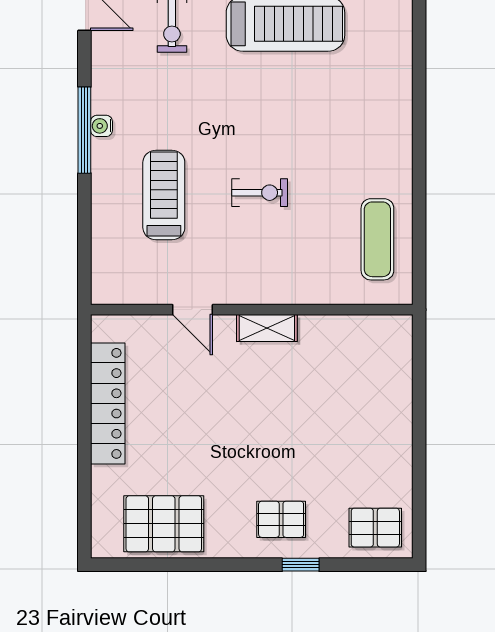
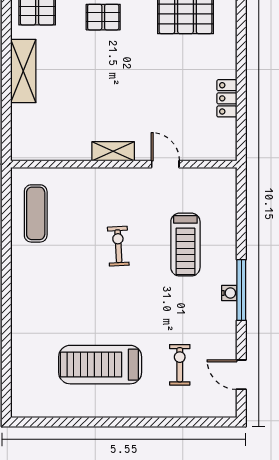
exercise bike: (260, 193) -> (118, 246), turned 87
locker: (108, 403) -> (227, 98), width x0.46, depth x0.83
shelving: (395, 442) -> (23, 71), added

